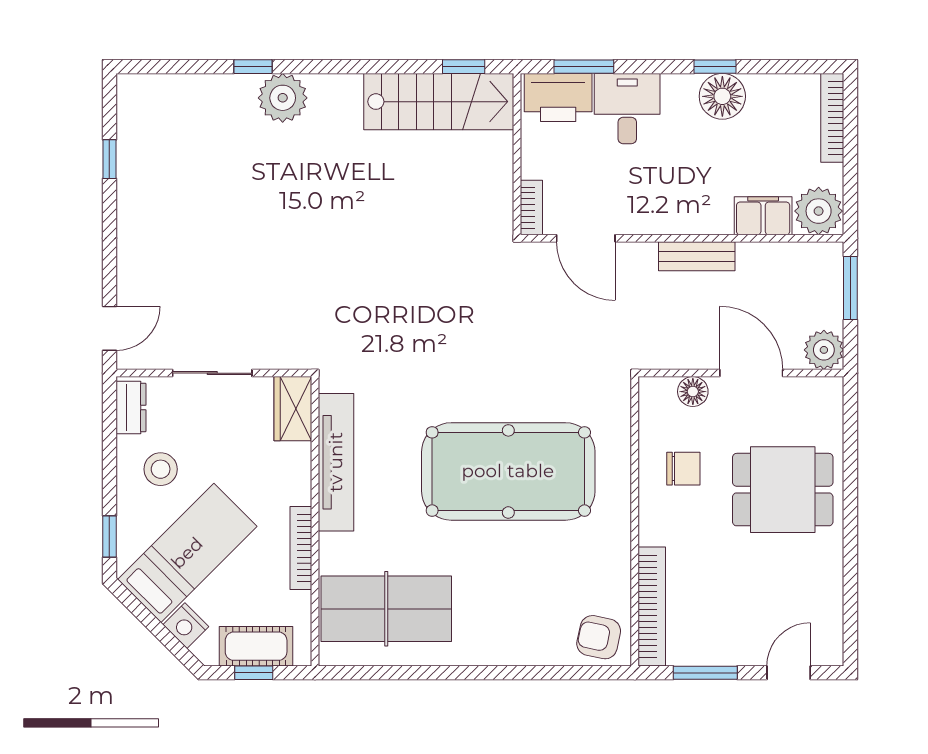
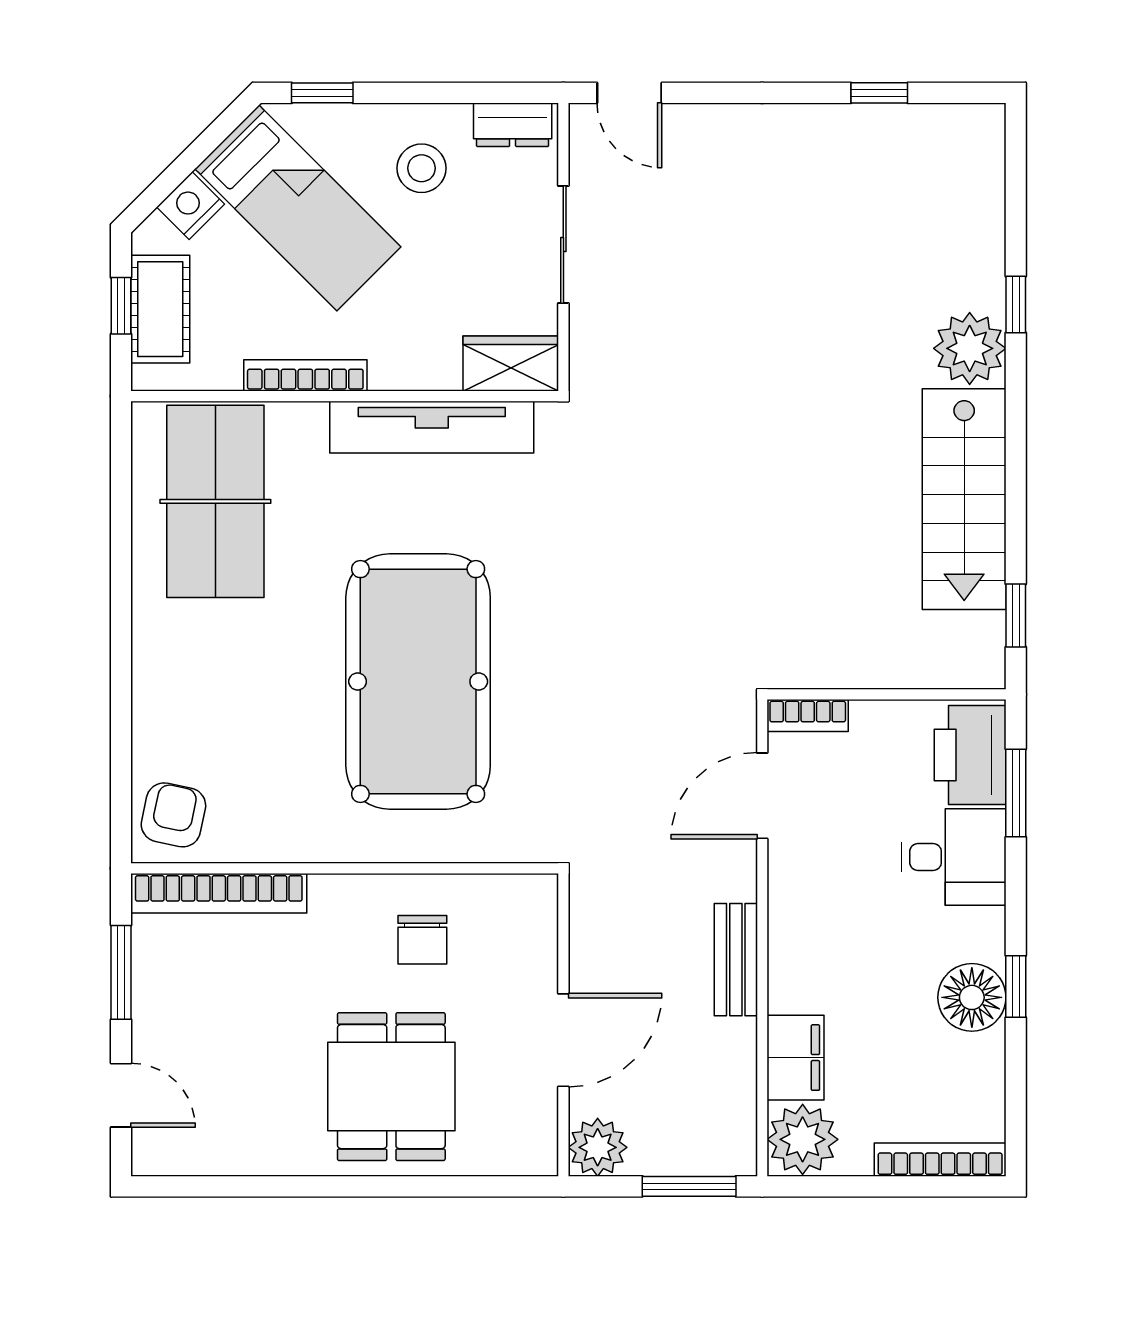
stairs: (439, 102) -> (964, 499), moved
floor lamp: (693, 392) -> (536, 954), removed

